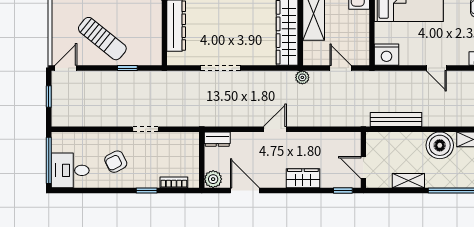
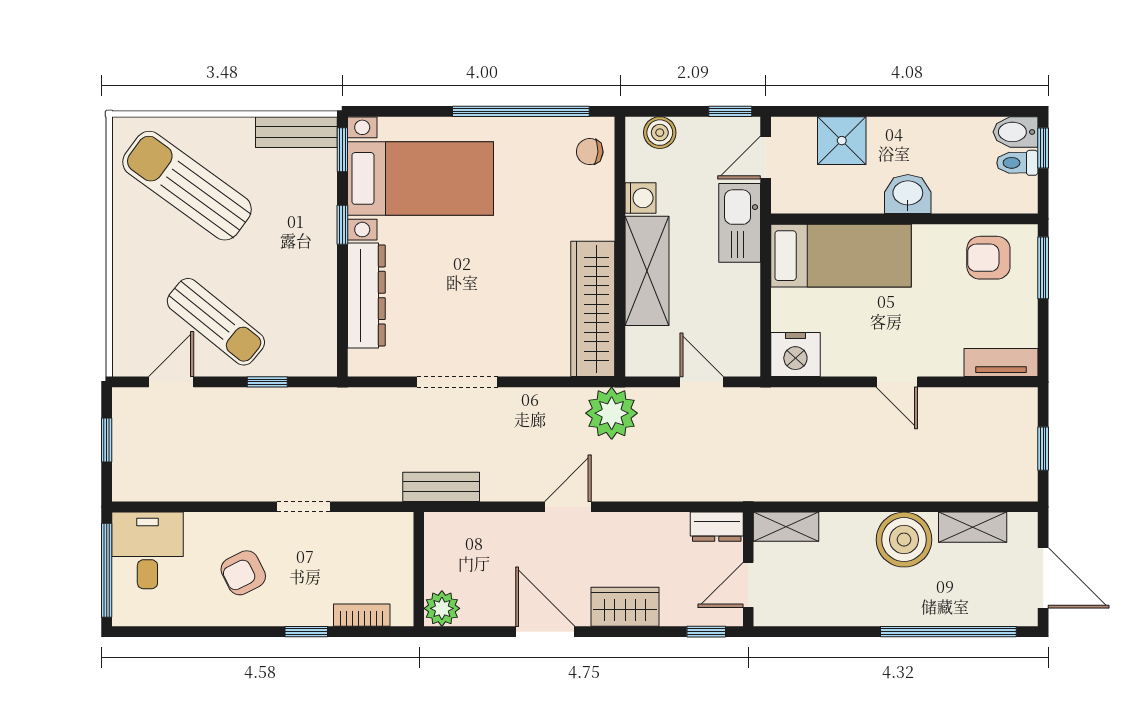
door: (66, 68) -> (171, 382), moved
plant: (302, 77) -> (612, 413), width x1.88, depth x1.88
bench: (396, 120) -> (441, 487), moved, width x0.73
dresser: (217, 139) -> (717, 527), moved
door: (363, 168) -> (748, 585), hinge flipped
desk: (70, 170) -> (147, 550), moved, turned 90
shelving: (408, 181) -> (786, 527), moved
door: (245, 190) -> (545, 632), moved

